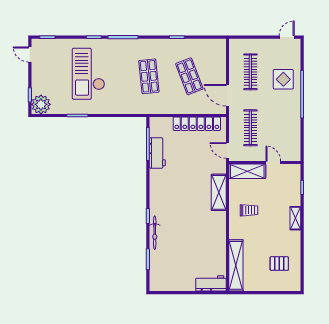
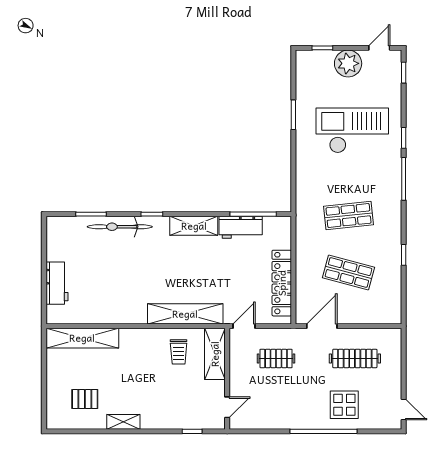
shop shelf: (189, 76) -> (349, 273), turned 36
plant: (41, 104) -> (348, 63), moved
clothes rail: (250, 128) -> (276, 358), width x0.73
door: (273, 162) -> (227, 407), moved
shelving: (156, 186) -> (194, 226), added
shelving: (219, 192) -> (185, 314), width x1.47
trolley: (249, 210) -> (179, 352), moved
shelving: (295, 218) -> (123, 422), moved
bicycle: (155, 233) -> (120, 227), width x1.37, depth x1.40
pallet: (279, 264) -> (85, 399), turned 90
workbench: (211, 283) -> (57, 283), moved

